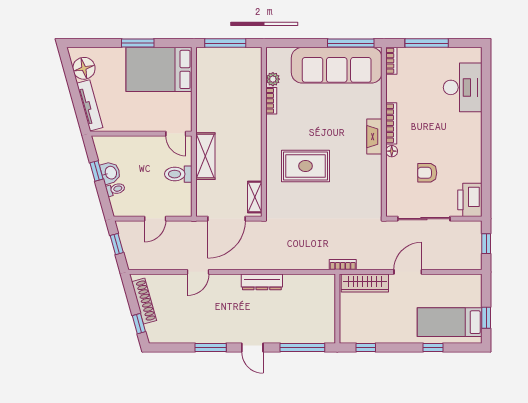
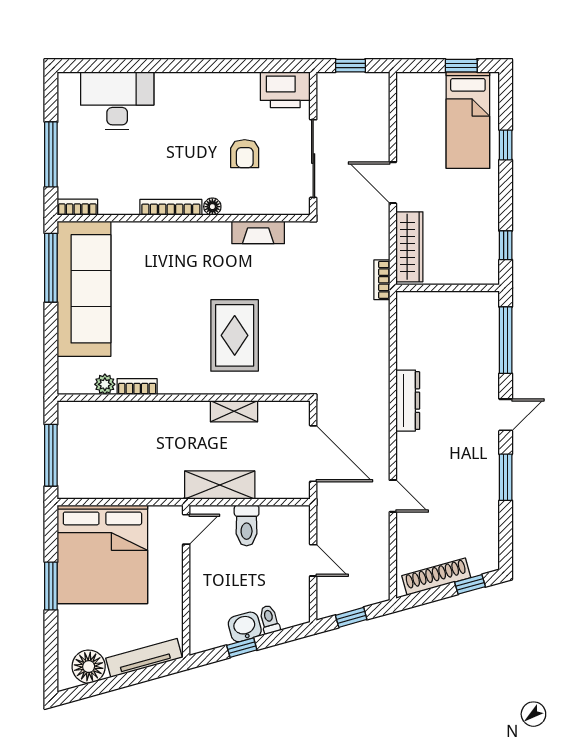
bed: (159, 69) -> (102, 554), width x1.36
fireplace: (374, 137) -> (258, 232), moved
shelving: (255, 197) -> (234, 411), moved

